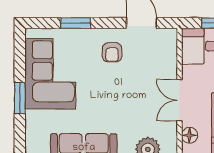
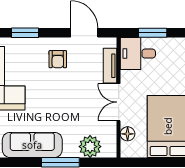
tv unit: (170, 60) -> (110, 66), added

